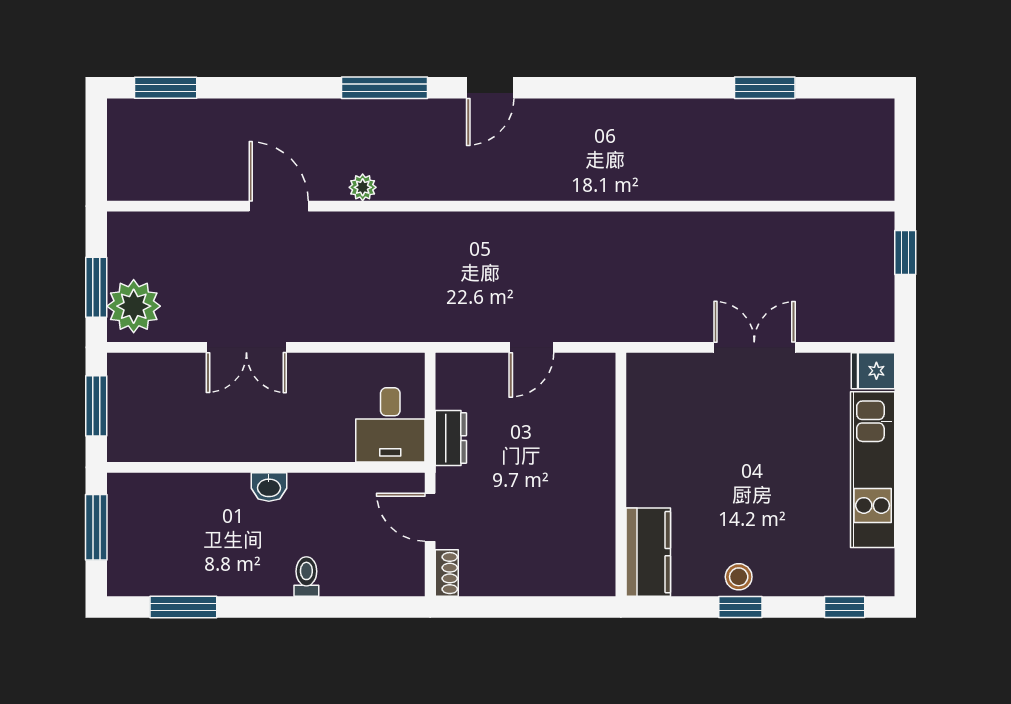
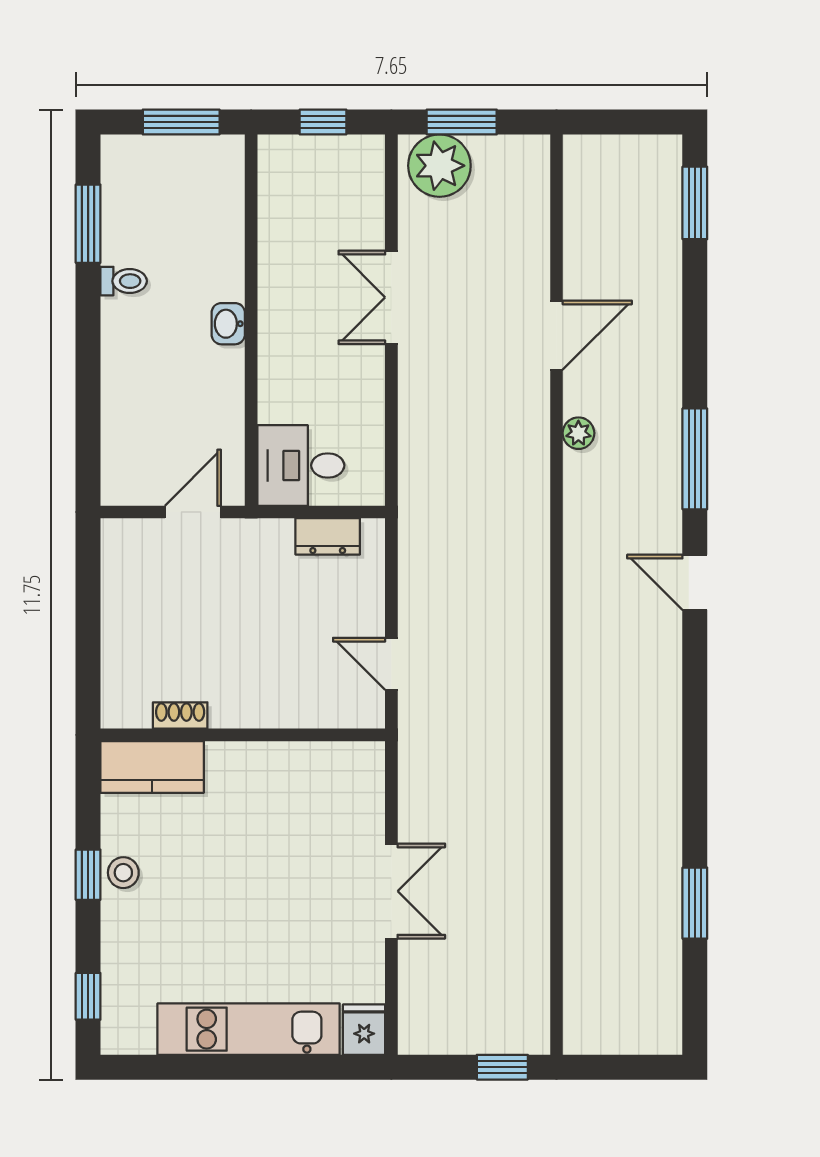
door: (531, 347) -> (391, 664), moved
window: (96, 406) -> (323, 122), width x0.67
dresser: (451, 438) -> (328, 536), moved
shoe rack: (447, 573) -> (180, 715), moved, turned 180
toilet: (306, 577) -> (124, 281), moved

